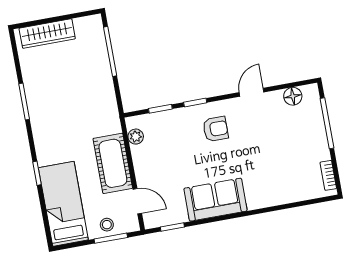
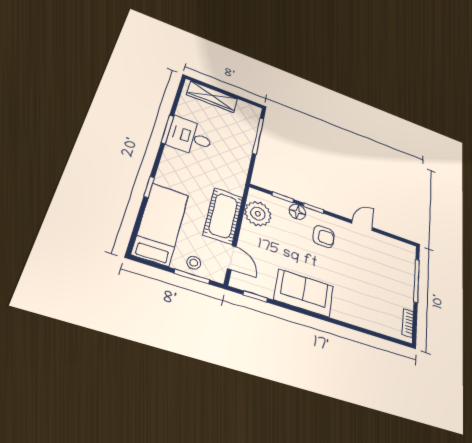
desk: (47, 96) -> (190, 137), added
floor lamp: (293, 96) -> (297, 212), moved
plant: (136, 137) -> (258, 214), width x1.87, depth x1.87

